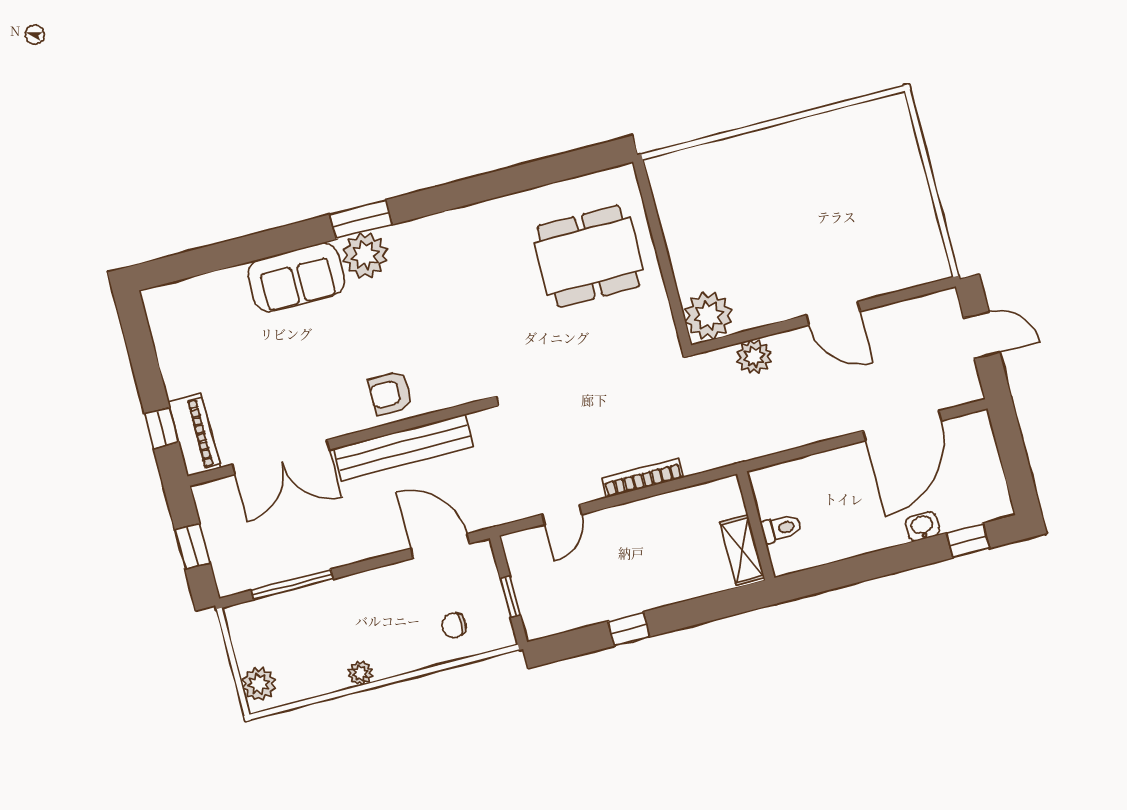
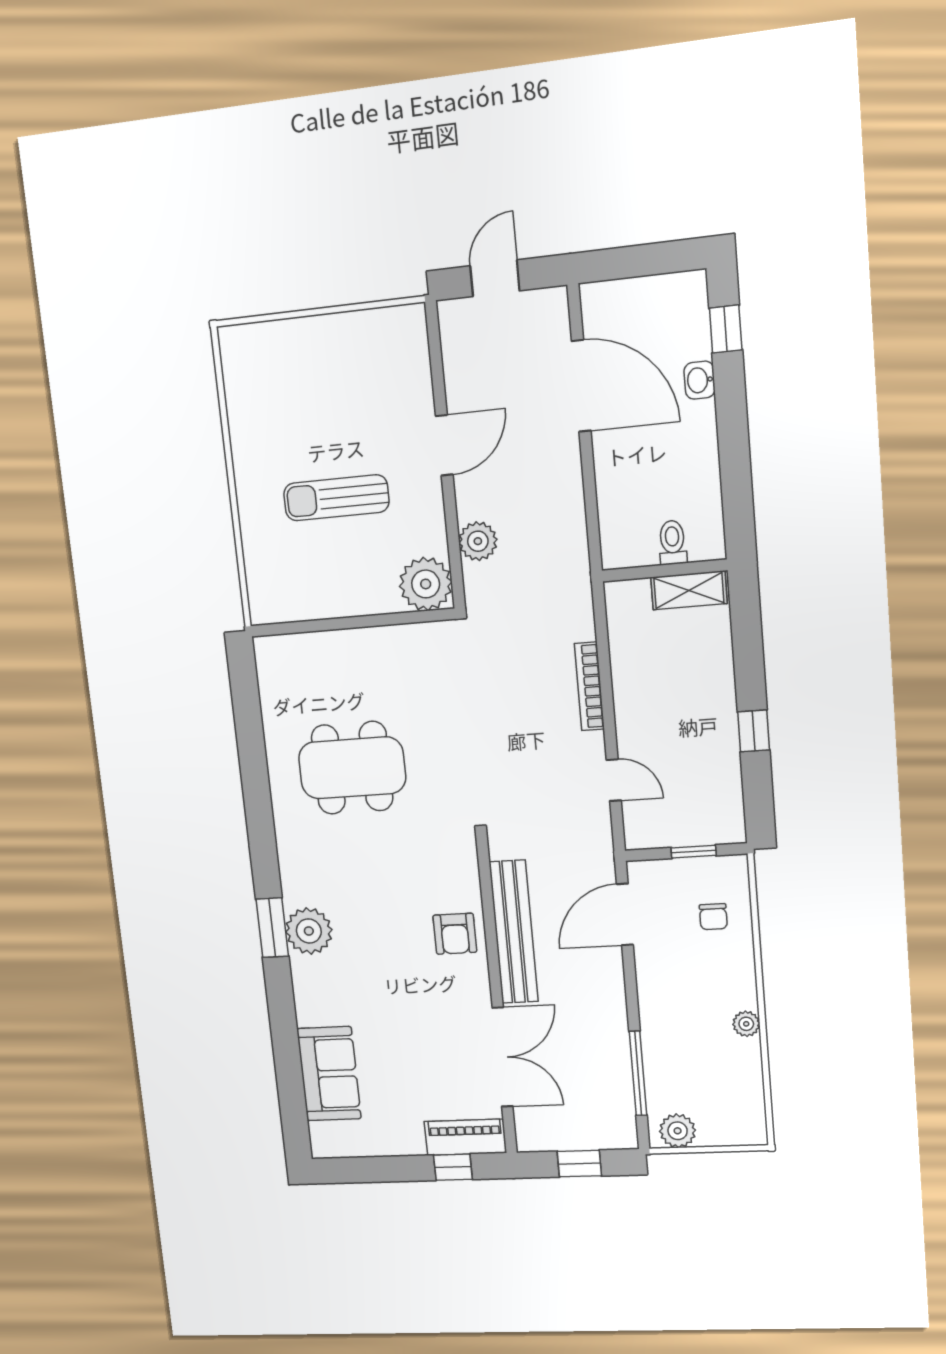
sun lounger: (772, 222) -> (336, 498), added
dining table: (588, 256) -> (352, 768), moved, turned 90
sofa: (296, 277) -> (329, 1074), moved
plant: (259, 684) -> (678, 1131), moved

